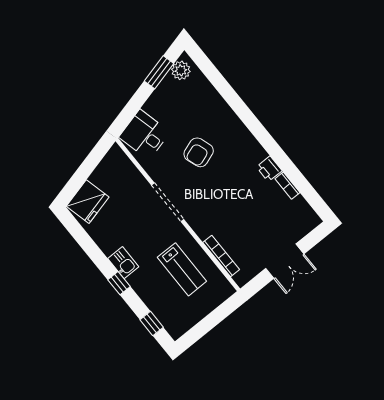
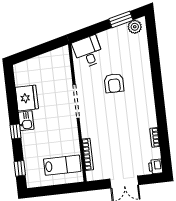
armchair: (199, 152) -> (114, 83), turned -71
printer: (269, 169) -> (156, 166), moved
fridge: (88, 202) -> (27, 98), moved, turned -76
lab bench: (182, 269) -> (62, 165), moved, turned -90

